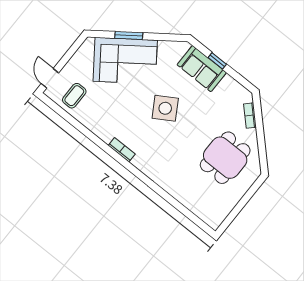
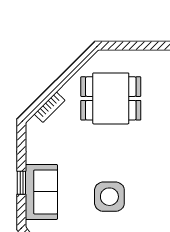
side table: (165, 108) -> (109, 197), turned 31

